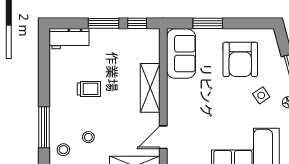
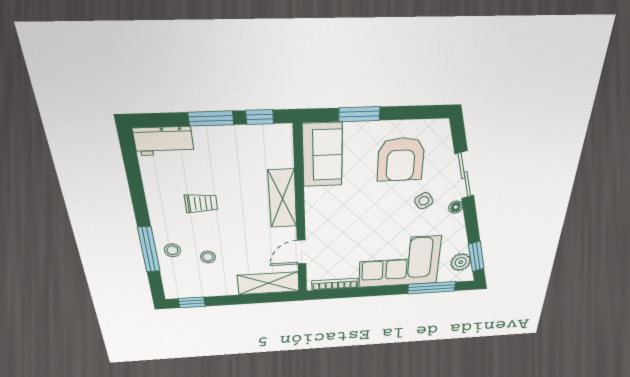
stool: (63, 150) -> (172, 250), moved

